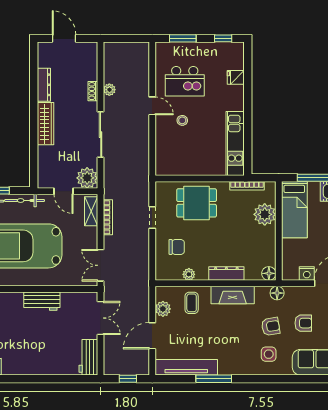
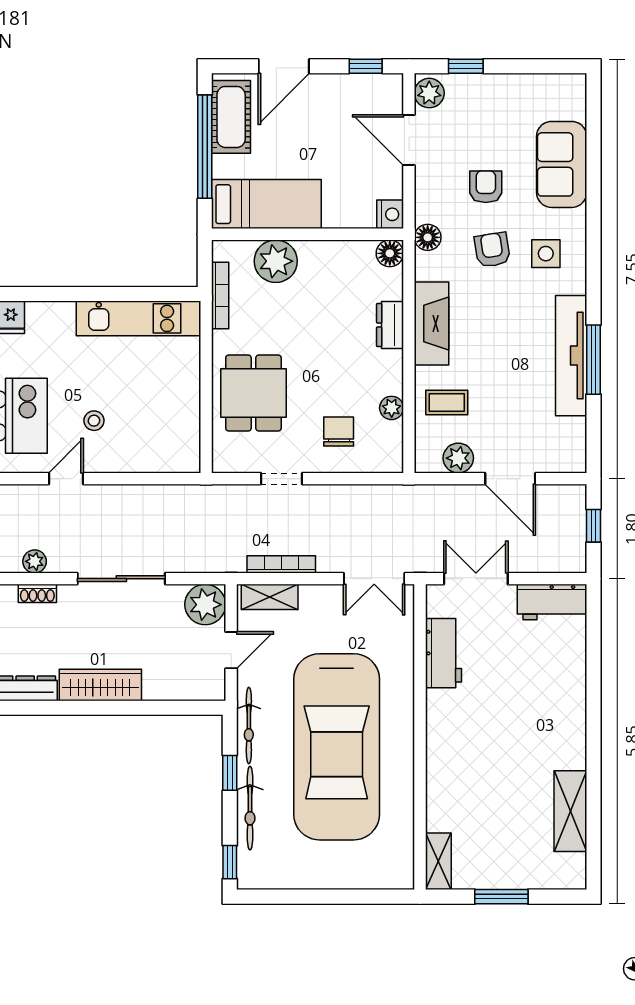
dresser: (226, 274) -> (390, 325), width x0.70
nightstand: (307, 274) -> (390, 214), moved
workbench: (42, 301) -> (443, 653), moved
tv unit: (186, 367) -> (571, 356), moved

